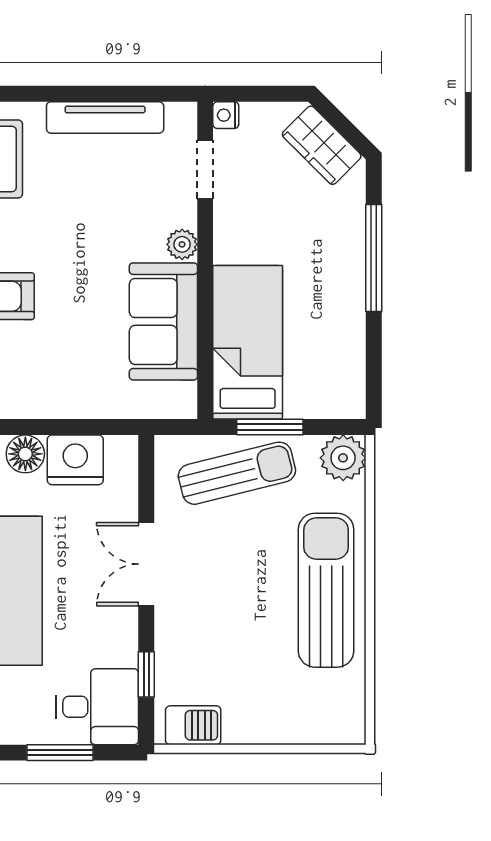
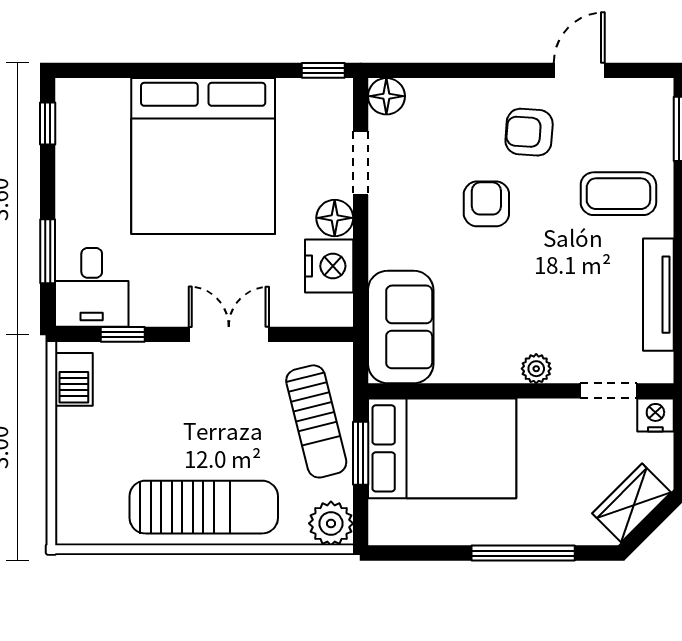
nightstand: (226, 115) -> (655, 415), width x1.39, depth x1.35
sofa: (163, 321) -> (401, 327), moved, turned 90
bed: (248, 342) -> (442, 448), width x1.50

